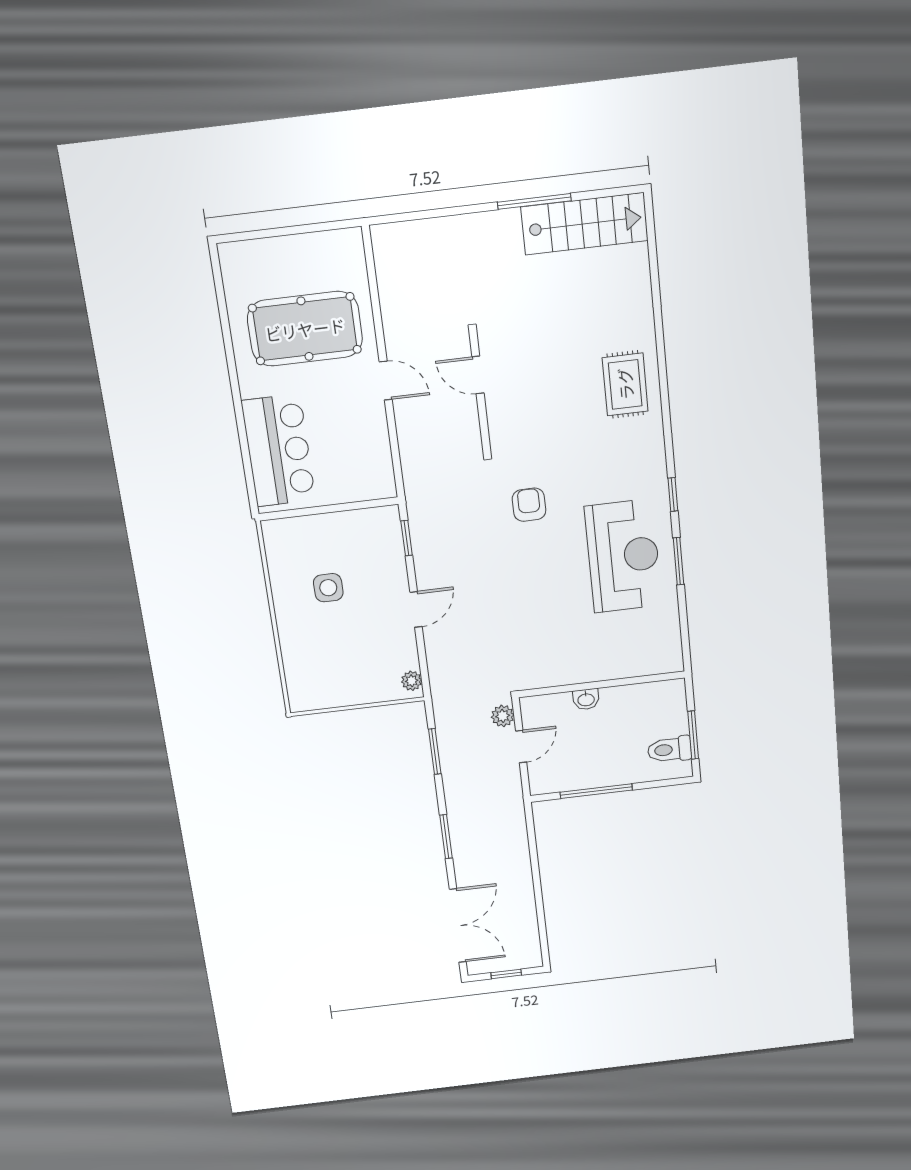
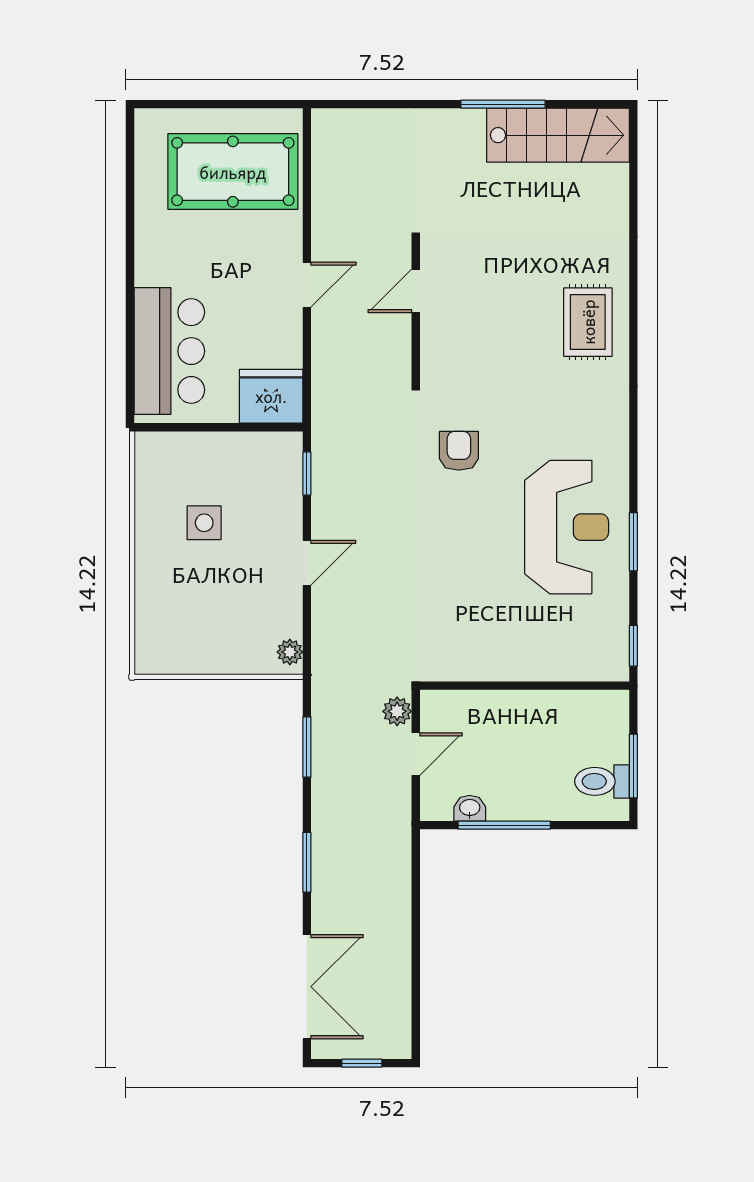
pool table: (305, 329) -> (233, 172), moved
door: (478, 375) -> (416, 291), hinge flipped
door: (386, 381) -> (307, 285), hinge flipped
fridge: (368, 478) -> (271, 396), added
window: (673, 494) -> (633, 646), moved
washbasin: (586, 699) -> (470, 808), moved, turned 180

